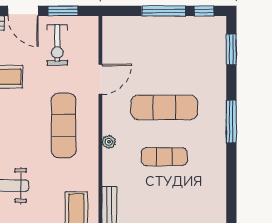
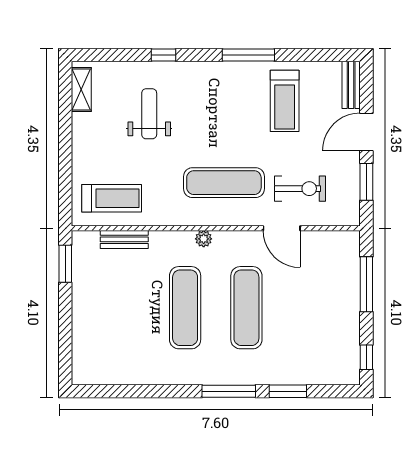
window: (164, 11) -> (366, 284), moved
exercise bike: (57, 45) -> (300, 189), moved, turned 180
window: (231, 49) -> (288, 391), moved
exercise mat: (164, 157) -> (185, 308), width x1.36, depth x1.45

